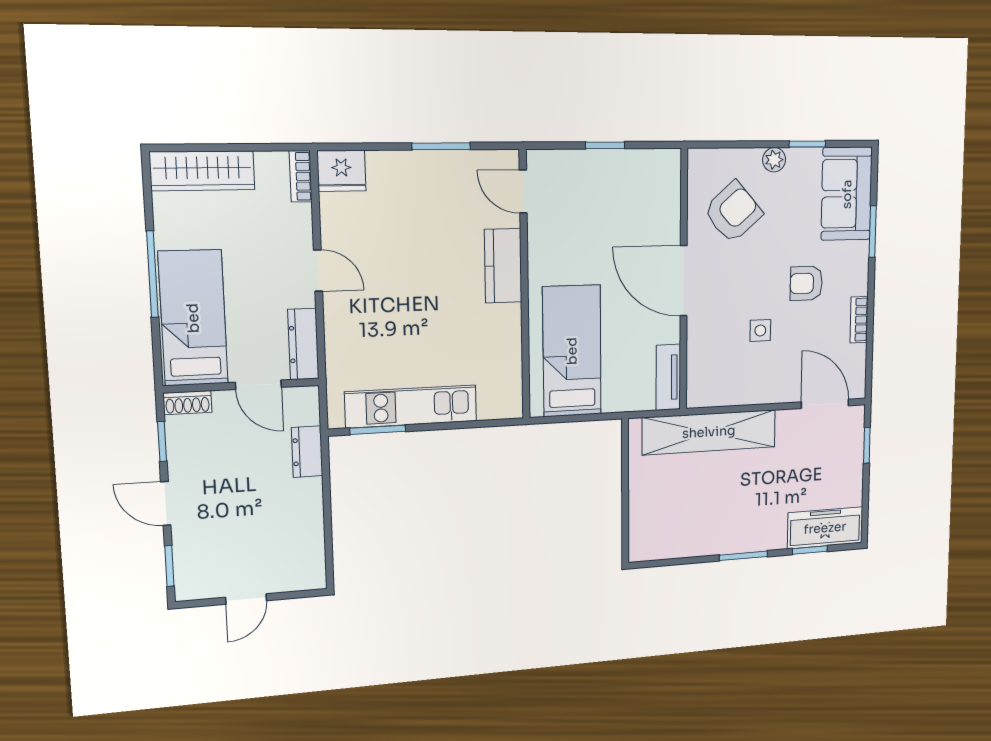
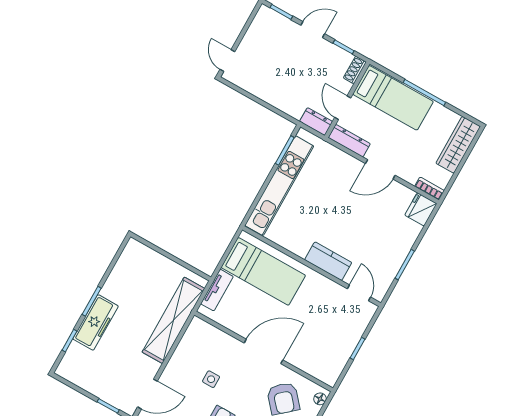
floor lamp: (706, 158) -> (320, 399), added
door: (523, 192) -> (359, 293), hinge flipped
door: (318, 271) -> (380, 169), width x1.38
tv unit: (668, 377) -> (217, 290), moved, turned 90
door: (258, 385) -> (343, 108), hinge flipped
kitchen unit: (411, 406) -> (279, 186), width x1.36
dresser: (307, 452) -> (316, 122), moved
freezer: (825, 528) -> (96, 322), moved
door: (246, 599) -> (227, 61), moved

